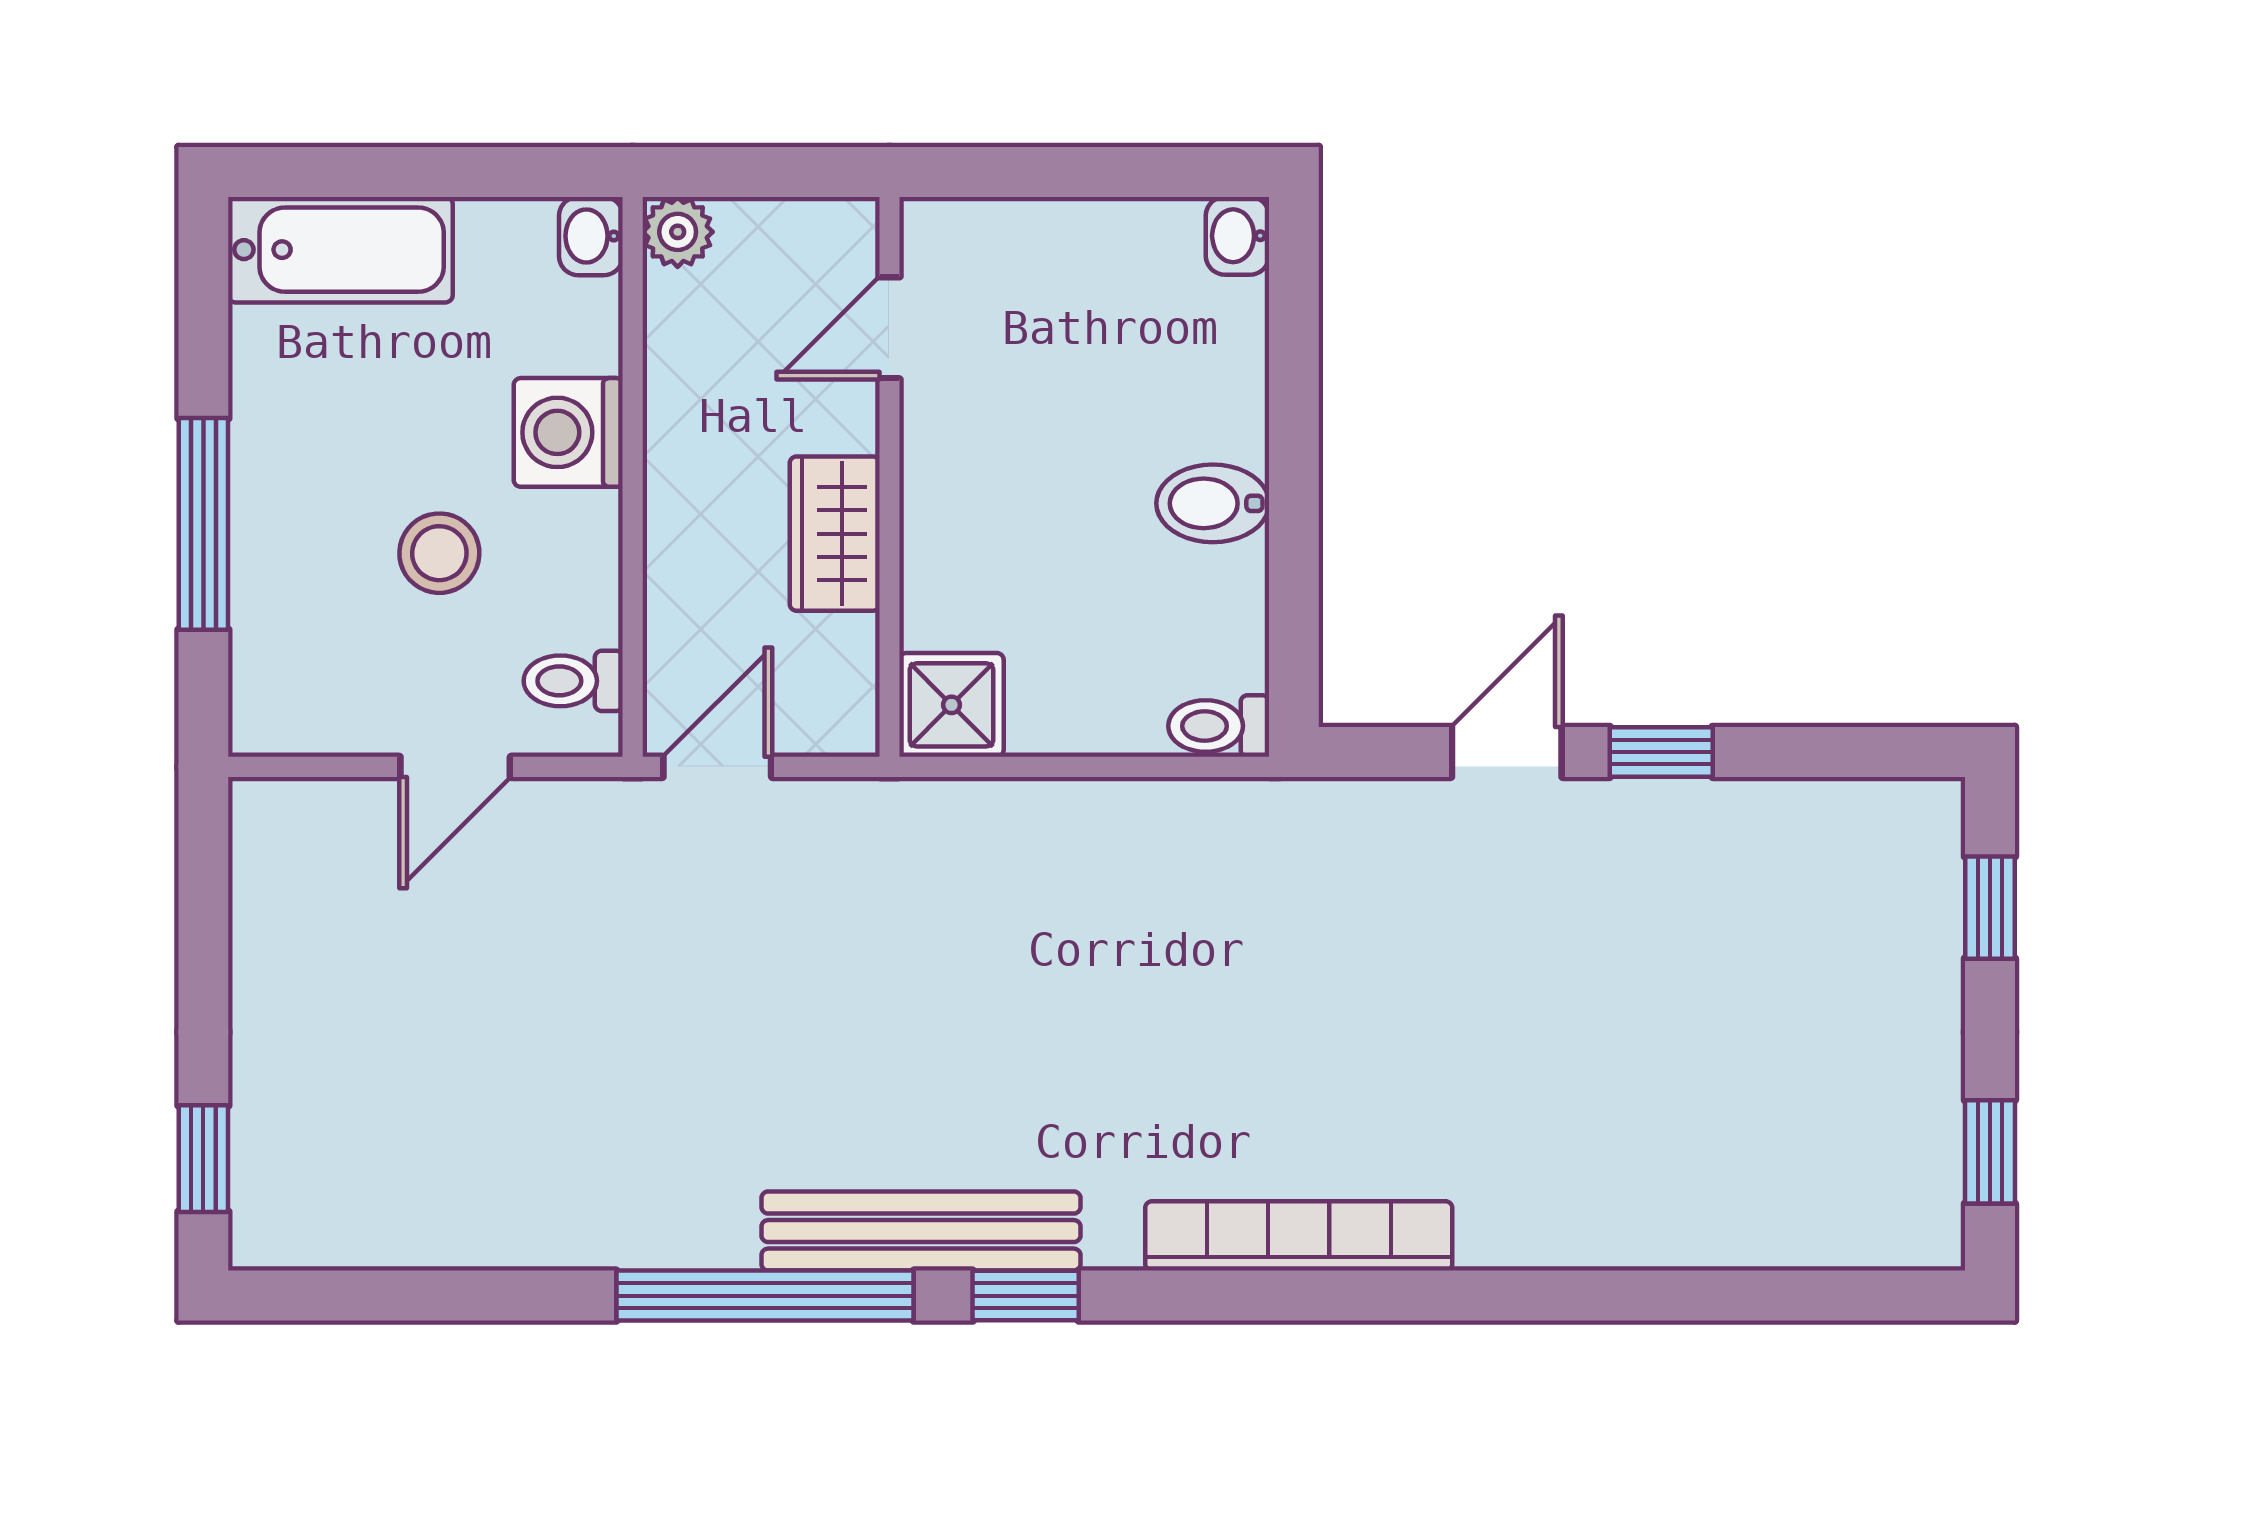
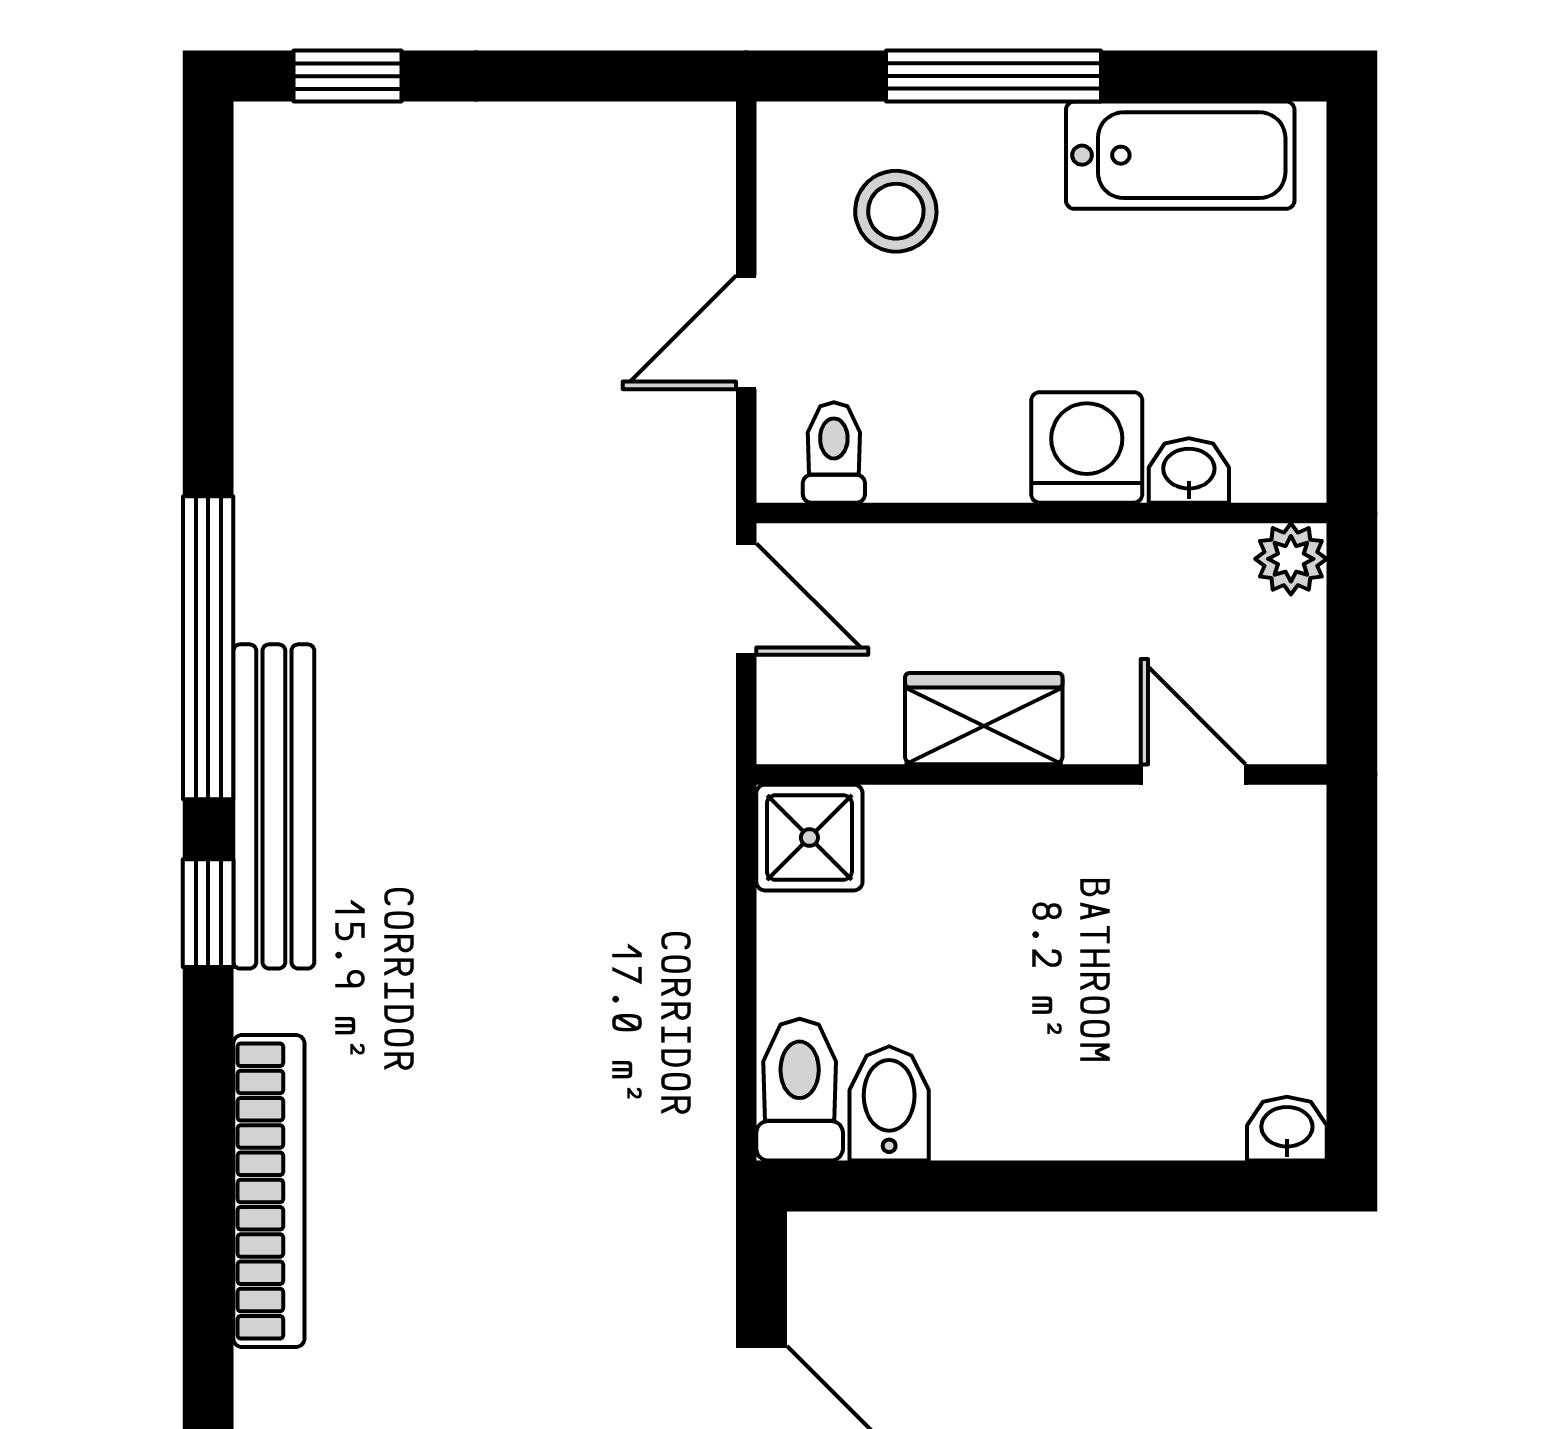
washbasin: (591, 236) -> (1189, 471), moved
bathtub: (340, 250) -> (1180, 155), moved, turned -90
bidet: (1213, 503) -> (889, 1103), moved
stool: (439, 553) -> (896, 211), moved
toilet: (1219, 726) -> (800, 1090), width x1.37, depth x1.39
door: (455, 767) -> (746, 332), hinge flipped

